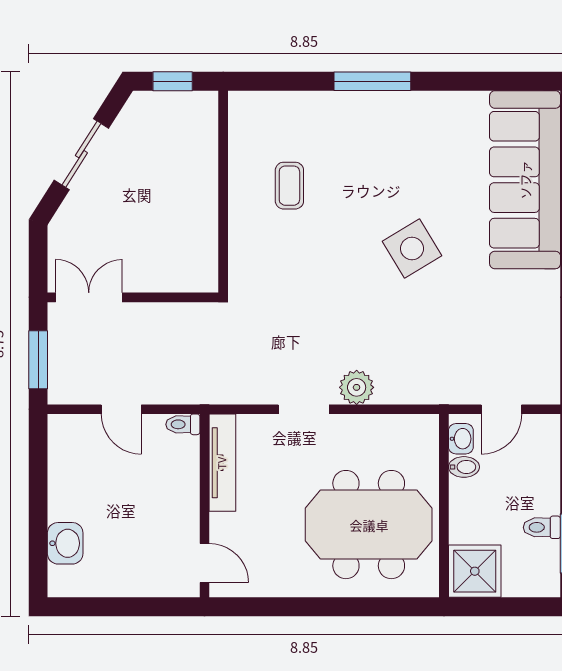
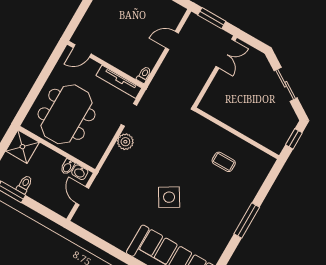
toilet: (183, 424) -> (144, 75), moved
tv unit: (222, 463) -> (119, 82), moved
wall: (204, 506) -> (106, 64), moved
door: (204, 563) -> (82, 51), moved

